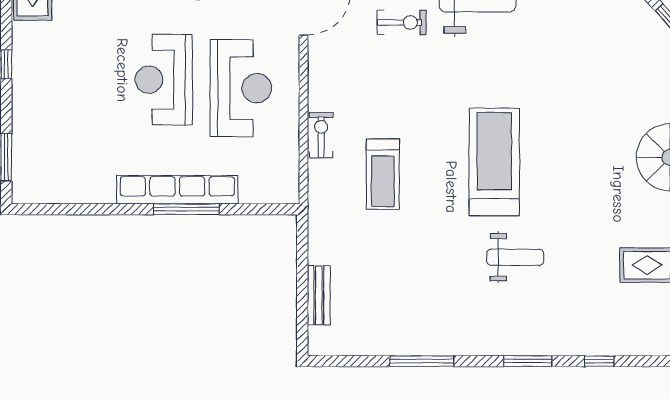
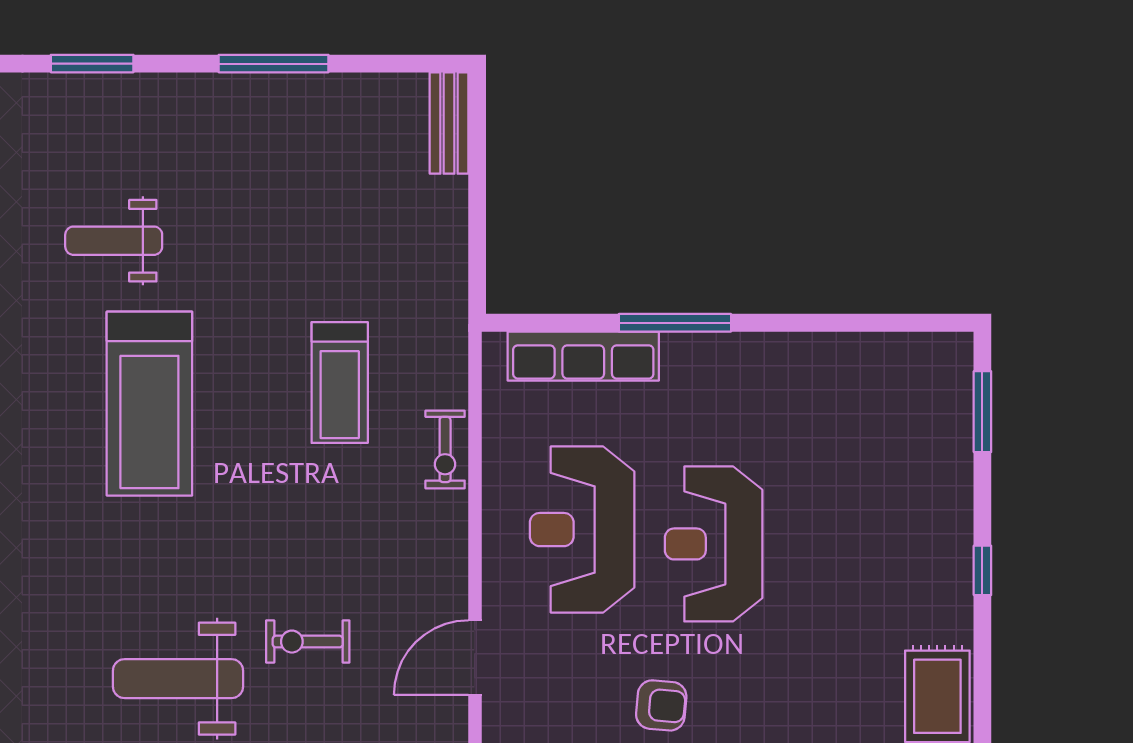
reception desk: (164, 80) -> (714, 544), turned 180
treadmill: (383, 174) -> (340, 383), turned 180
row of seats: (177, 190) -> (583, 356), moved, width x0.73
bench: (319, 295) -> (449, 123), moved

